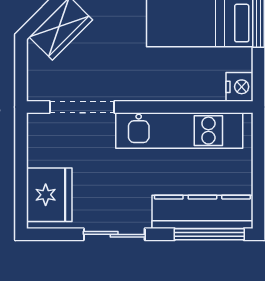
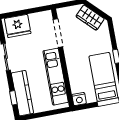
window: (209, 234) -> (13, 98), width x0.46

